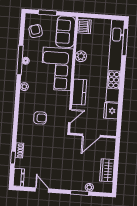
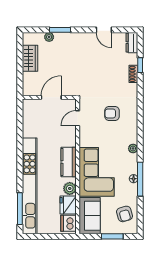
kitchen counter: (79, 92) -> (69, 162), moved
fridge: (111, 111) -> (68, 205), moved, turned 180

